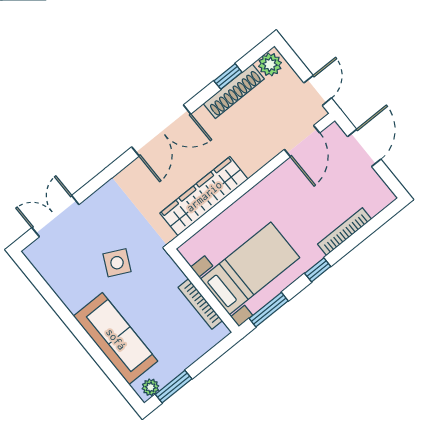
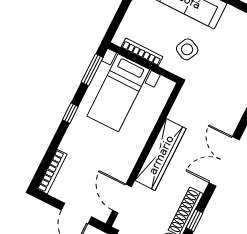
wardrobe: (204, 196) -> (161, 155), moved
bookcase: (345, 232) -> (52, 172), moved
side table: (117, 263) -> (187, 49), moved

